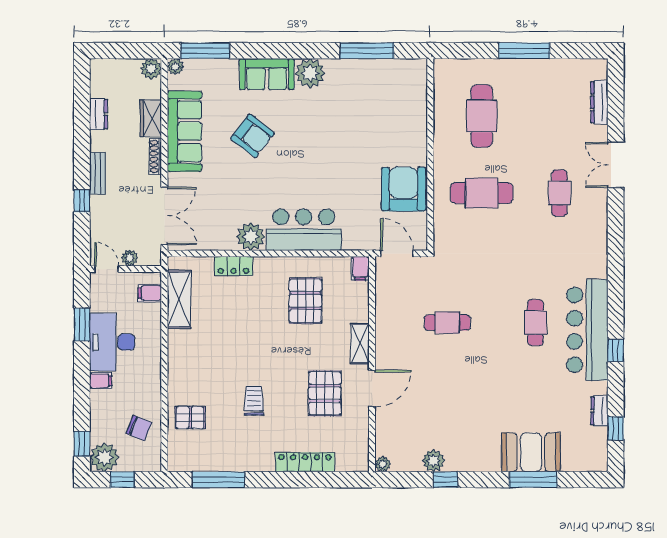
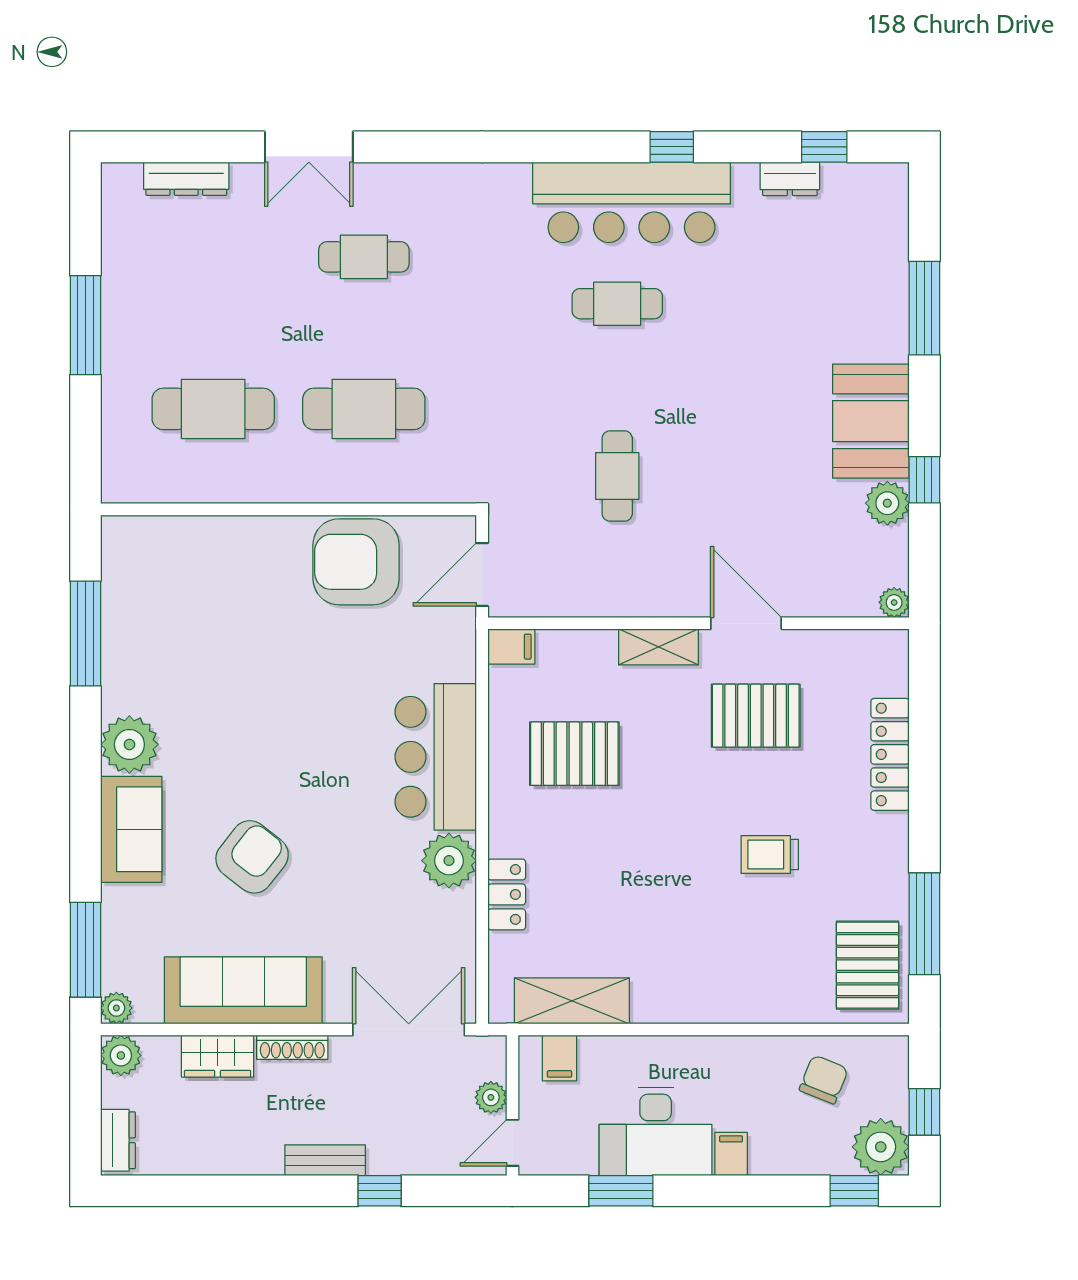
dresser: (99, 114) -> (118, 1140), moved, turned 90
cafe table: (482, 193) -> (364, 409), turned 90
pallet: (190, 418) -> (867, 965), moved, width x1.50, depth x1.42
booth: (531, 452) -> (871, 421), moved

